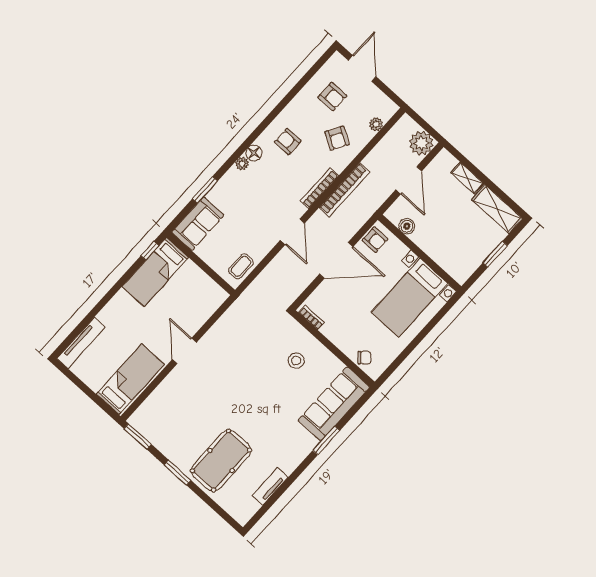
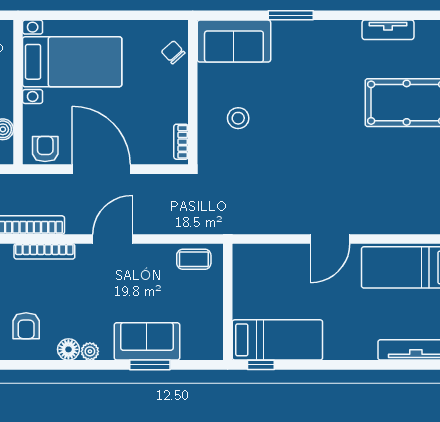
sofa: (198, 224) -> (147, 341), moved
sofa: (334, 404) -> (234, 41), width x0.73

